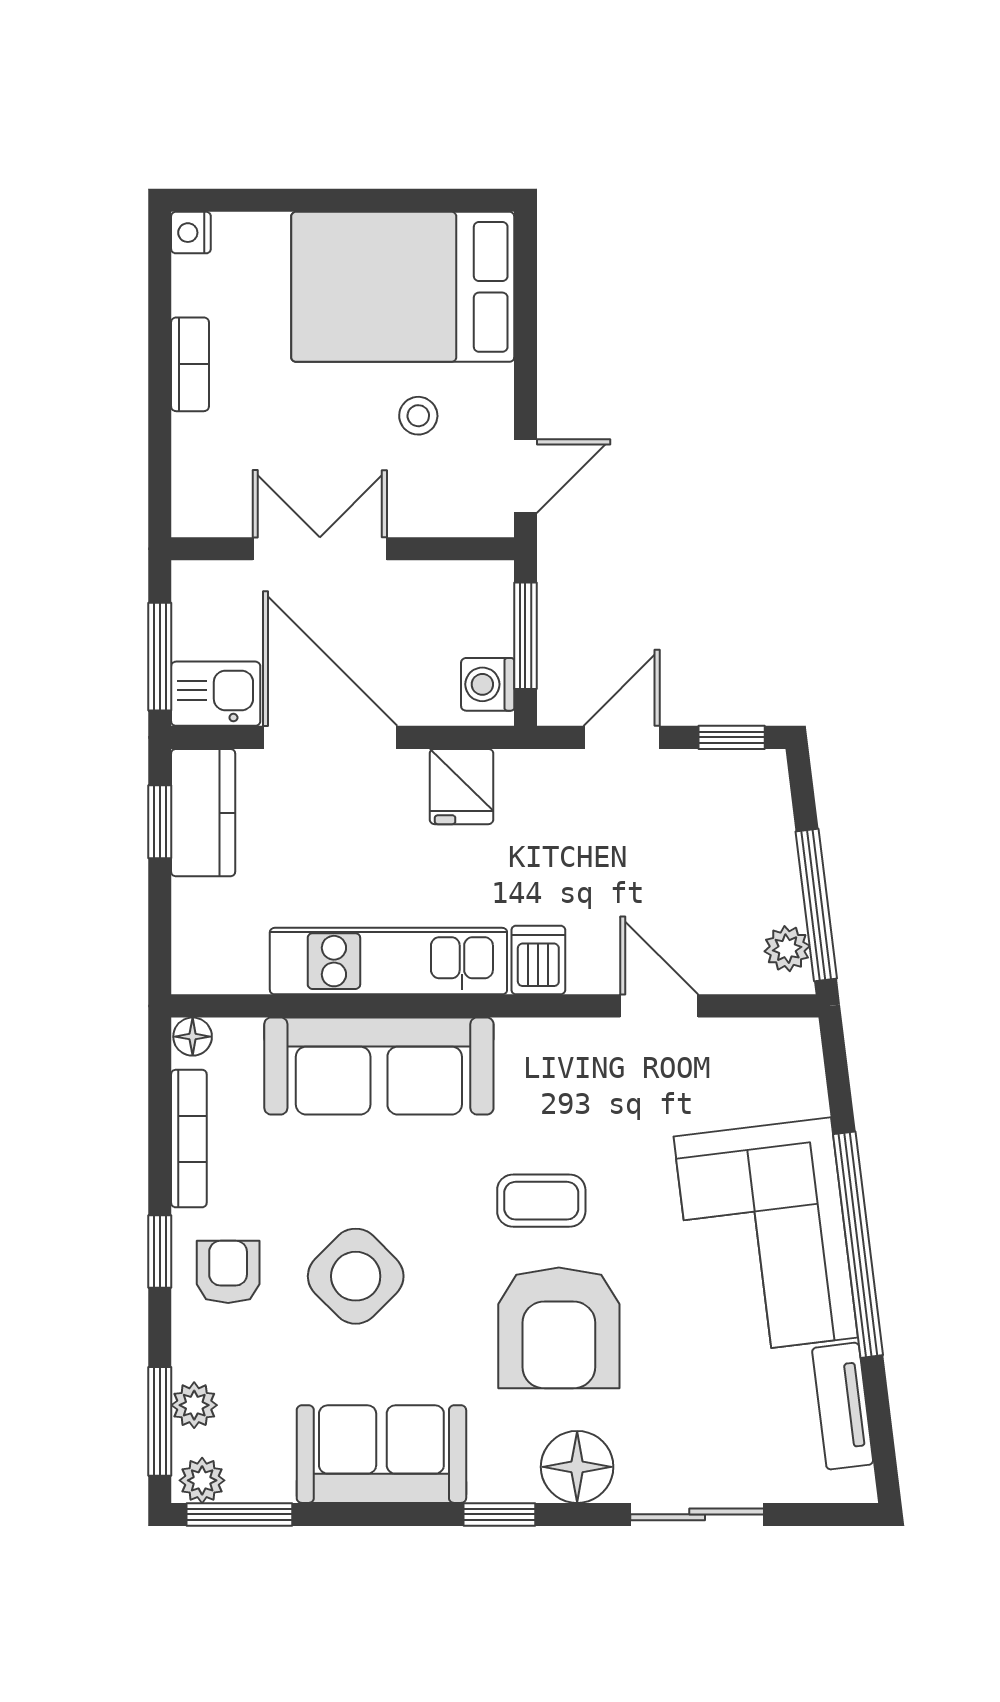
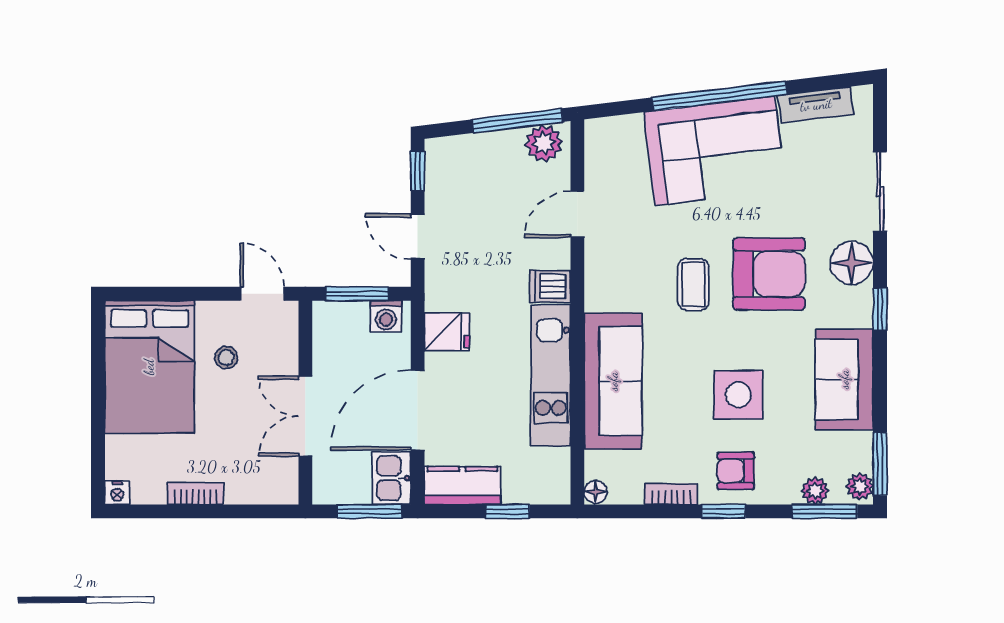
window: (160, 822) -> (507, 511), moved
plant: (787, 949) -> (544, 143), width x1.38, depth x1.38
bookcase: (189, 1139) -> (671, 494), width x0.64
side table: (356, 1276) -> (738, 395), turned 45

